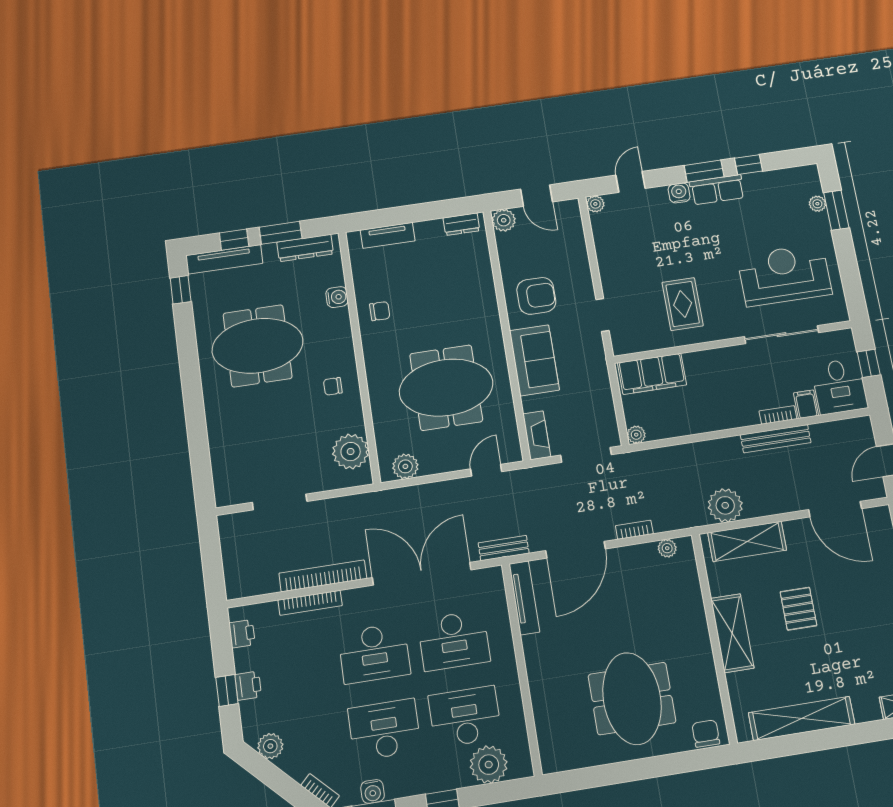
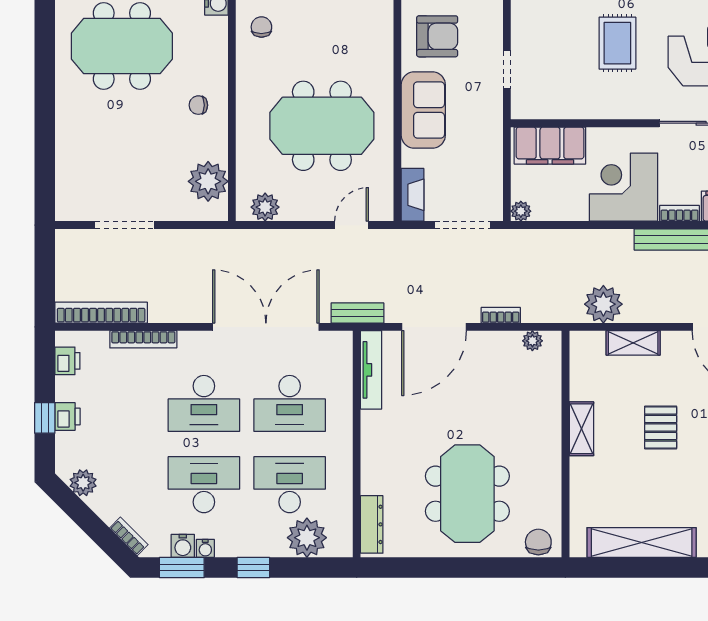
rug: (683, 304) -> (617, 43), moved
chair: (380, 311) -> (261, 27), turned -90
corner desk: (724, 400) -> (624, 187), added
shelving: (747, 541) -> (633, 343), width x0.67, depth x0.75
bookcase: (323, 576) -> (101, 313), moved
shelving: (732, 633) -> (581, 429), width x0.67, depth x0.75
dresser: (548, 742) -> (372, 524), added
water cooler: (394, 790) -> (205, 548), added

